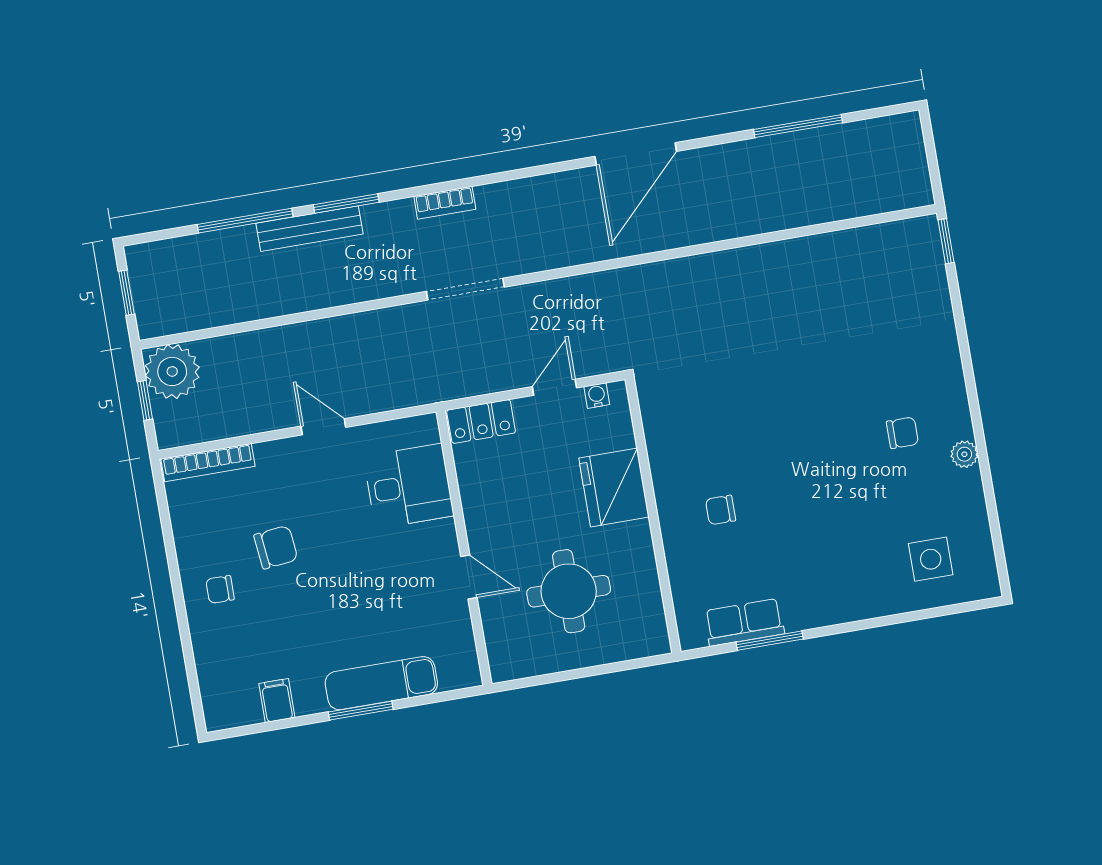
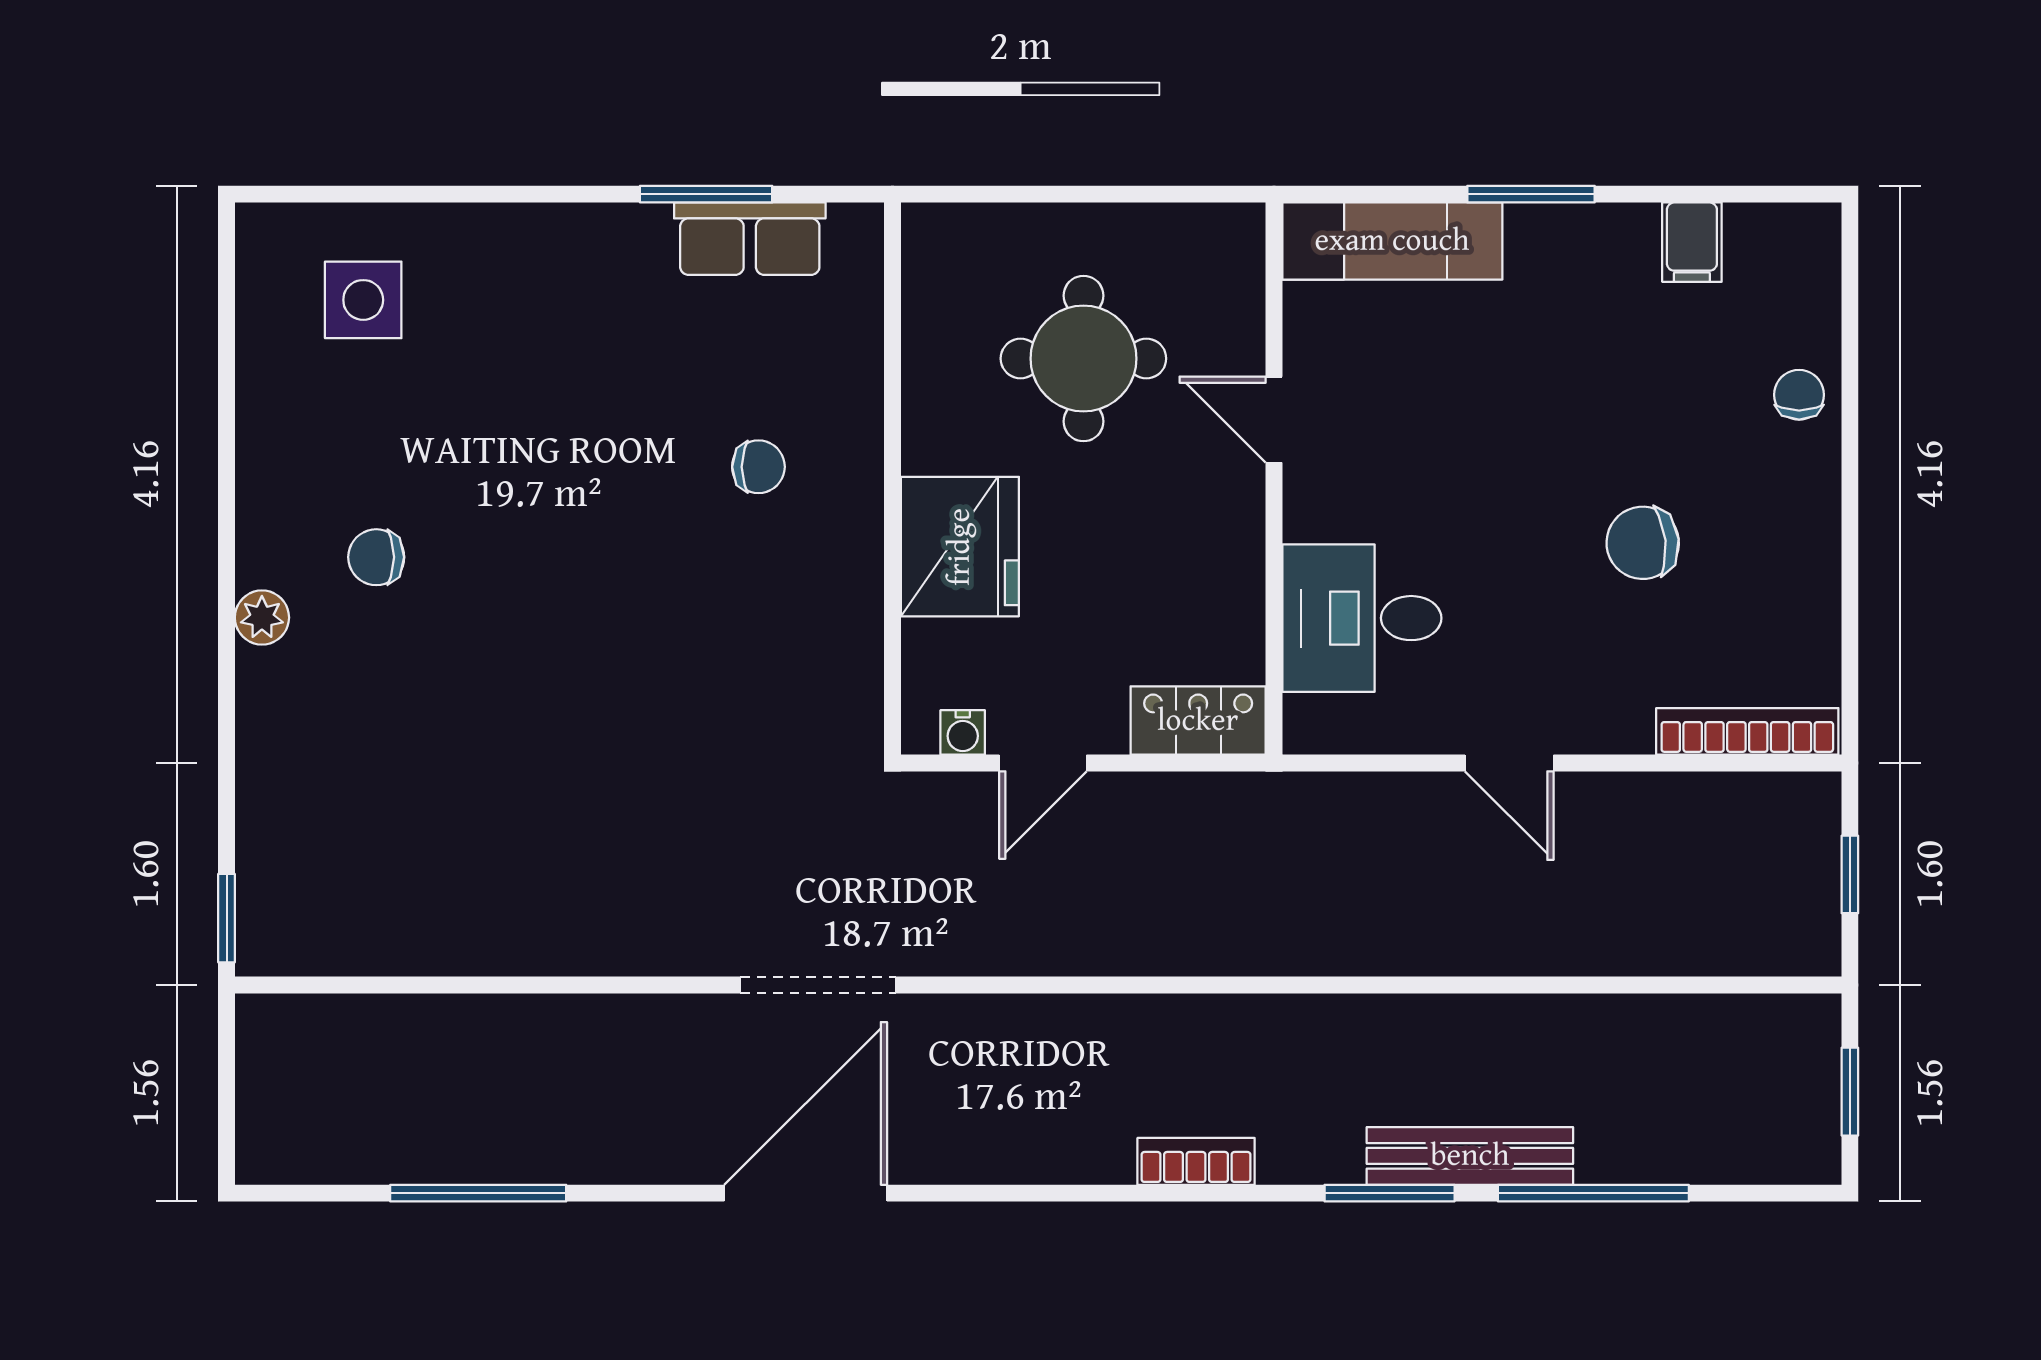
doorway: (465, 289) -> (818, 985), moved
plant: (172, 371) -> (1787, 922), removed
plant: (964, 454) -> (262, 618), moved
chair: (220, 589) -> (1799, 395), moved, turned -90
exam couch: (381, 683) -> (1392, 241), moved

